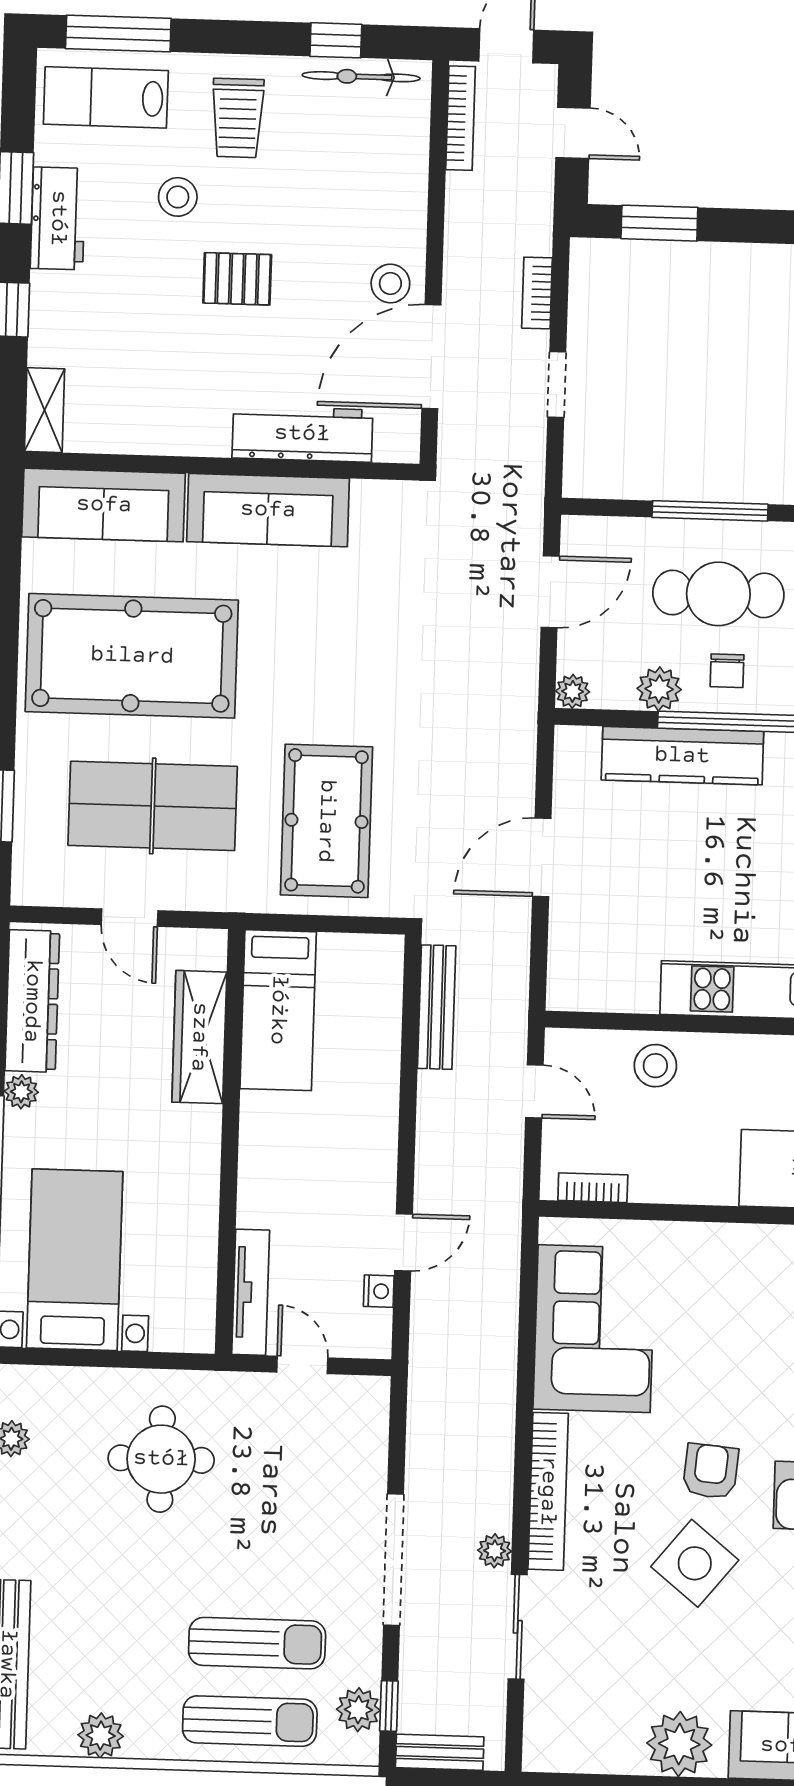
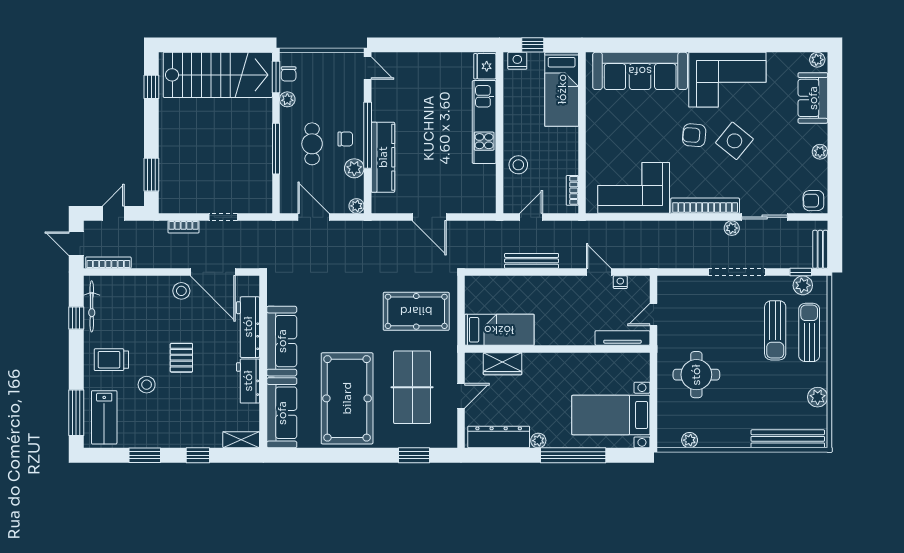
trolley: (238, 118) -> (111, 360), turned 180
workbench: (58, 218) -> (248, 381), moved, turned -90
cafe table: (718, 594) -> (312, 144), width x0.73, depth x0.74
bench: (437, 1007) -> (532, 261), moved
wardrobe: (199, 1037) -> (503, 364), width x0.67
sun lounger: (257, 1643) -> (775, 330), turned 180
armchair: (552, 1740) -> (813, 201), added
plant: (679, 1744) -> (820, 152), width x0.53, depth x0.53

